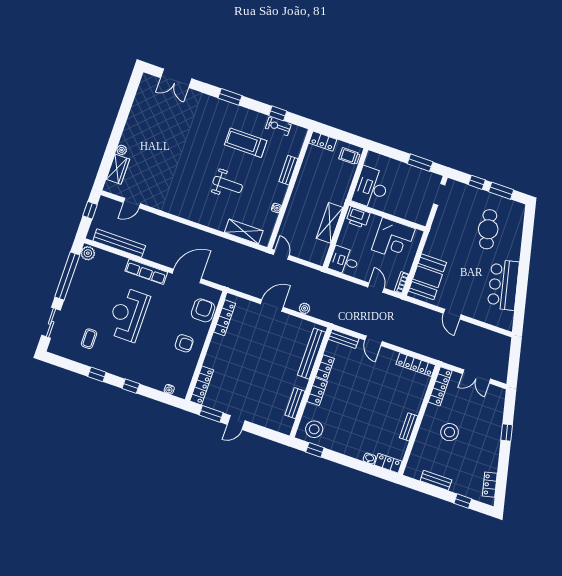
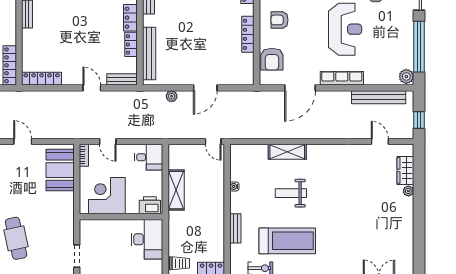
treadmill: (246, 143) -> (287, 241), width x1.37, depth x1.38
door: (132, 203) -> (380, 142), hinge flipped
shelving: (244, 232) -> (287, 152), moved
locker: (225, 318) -> (248, 34), moved

